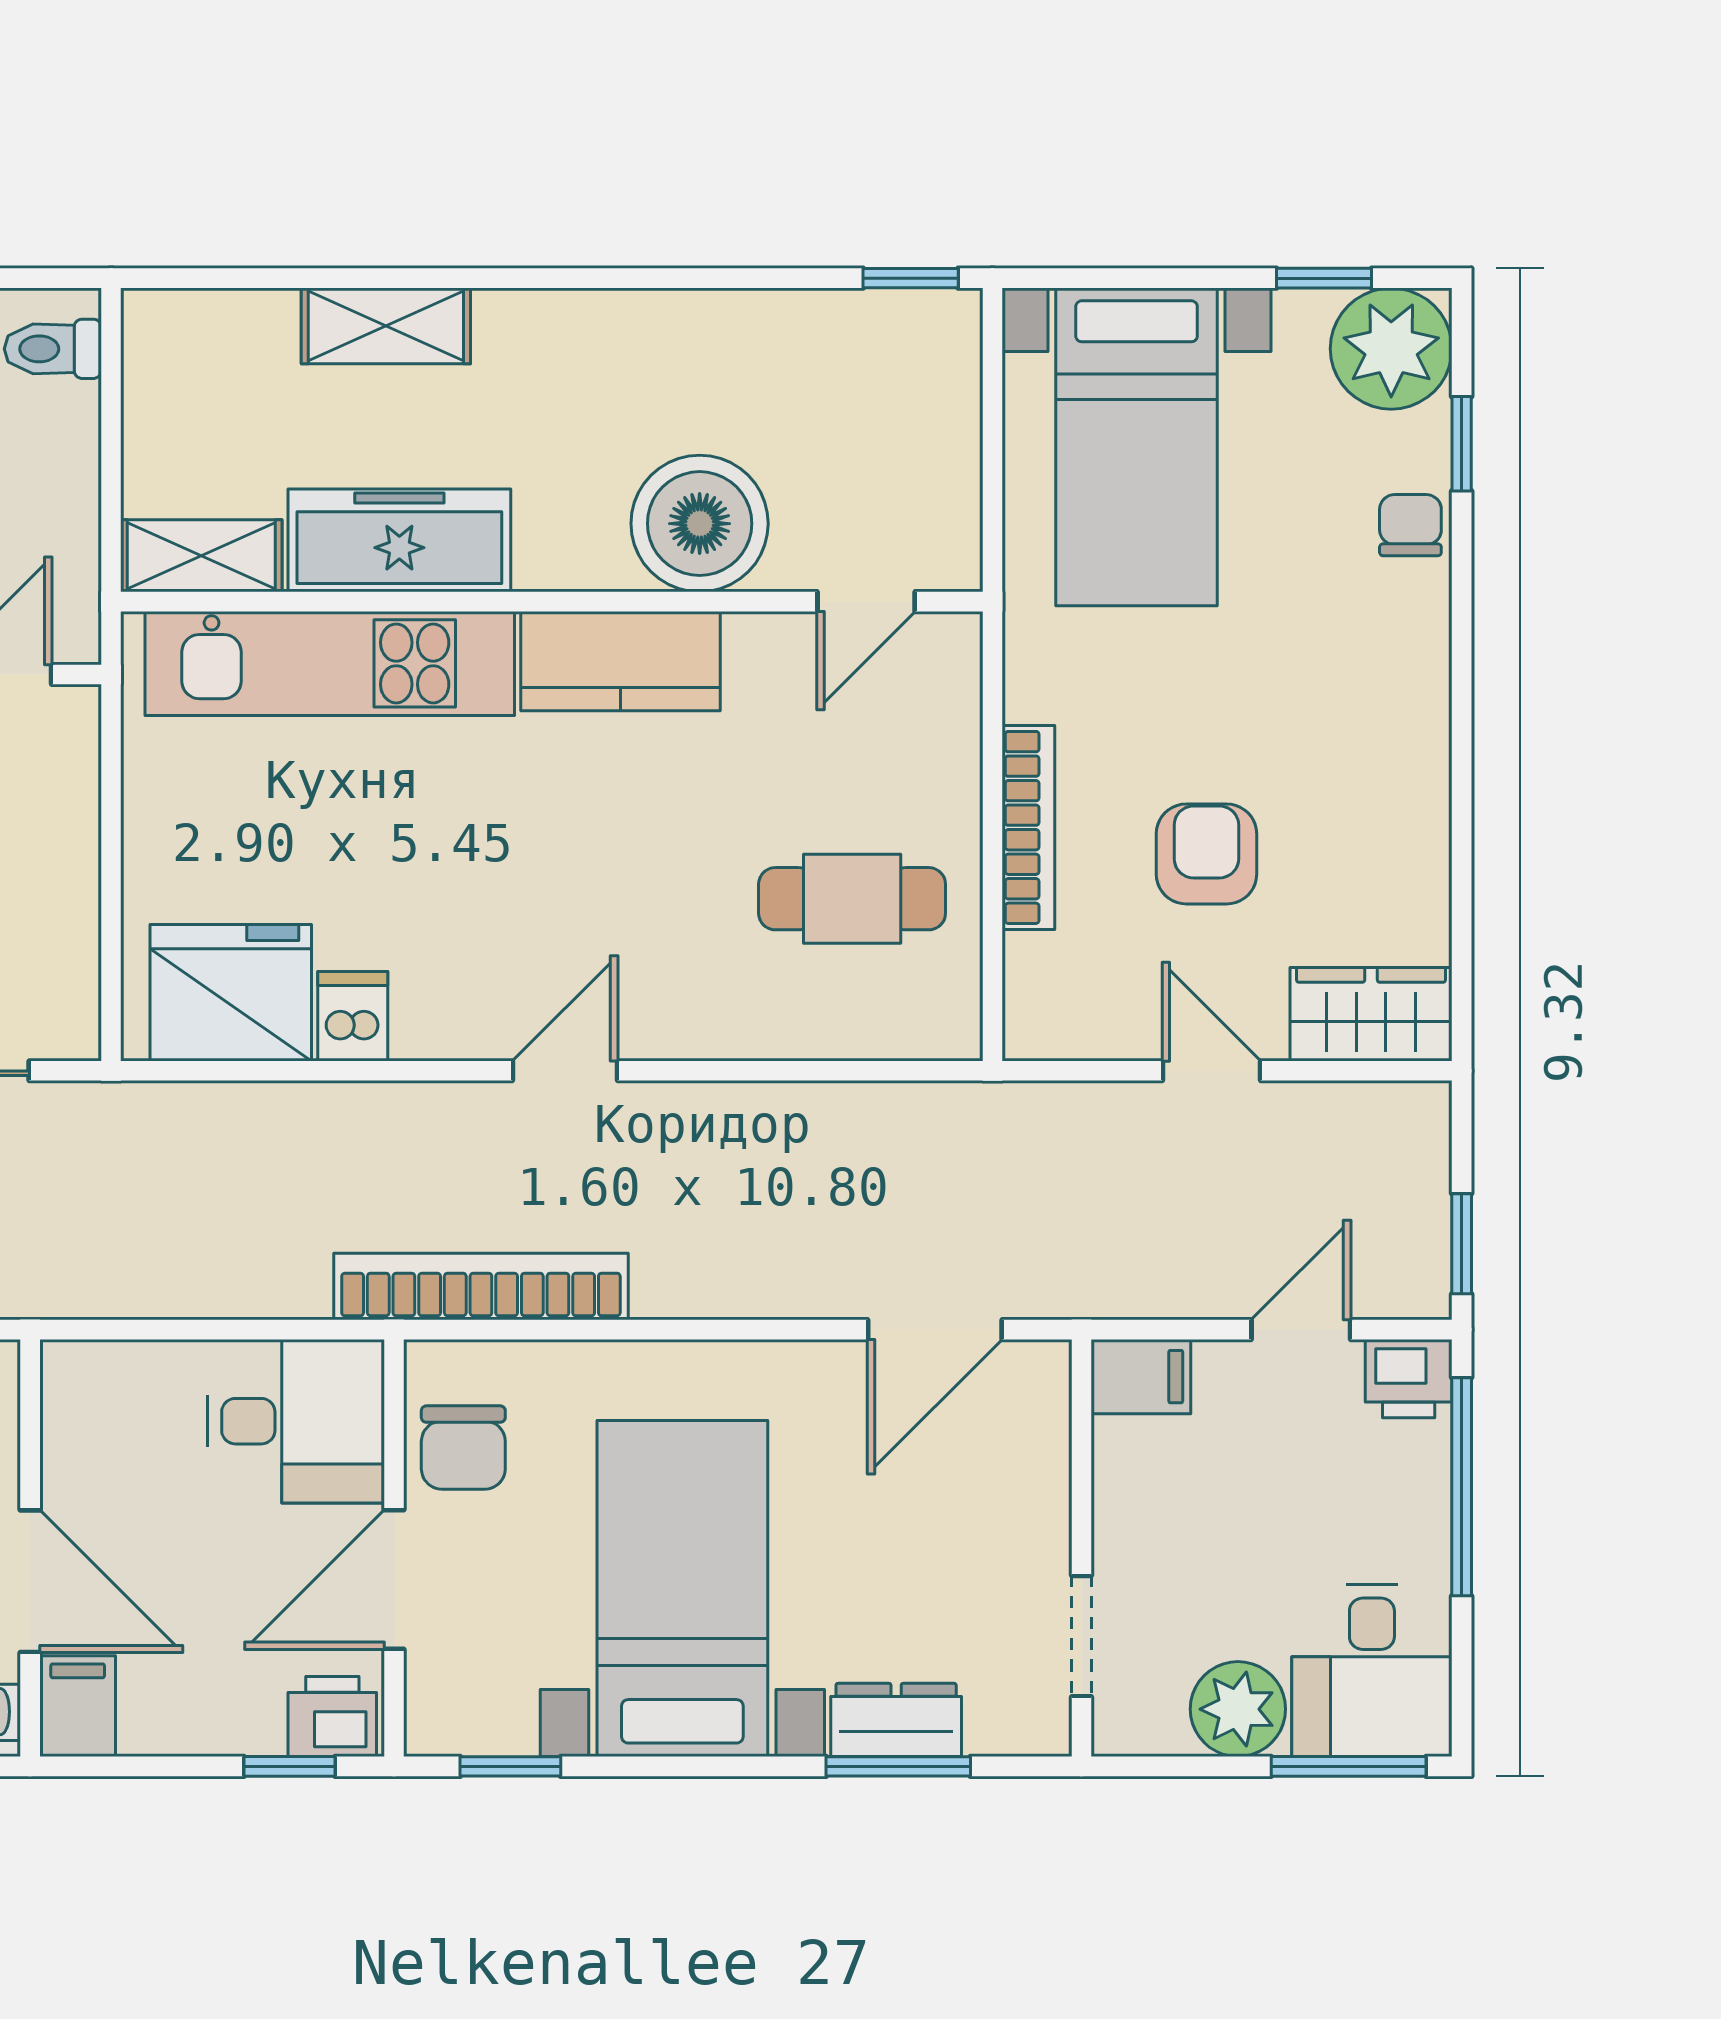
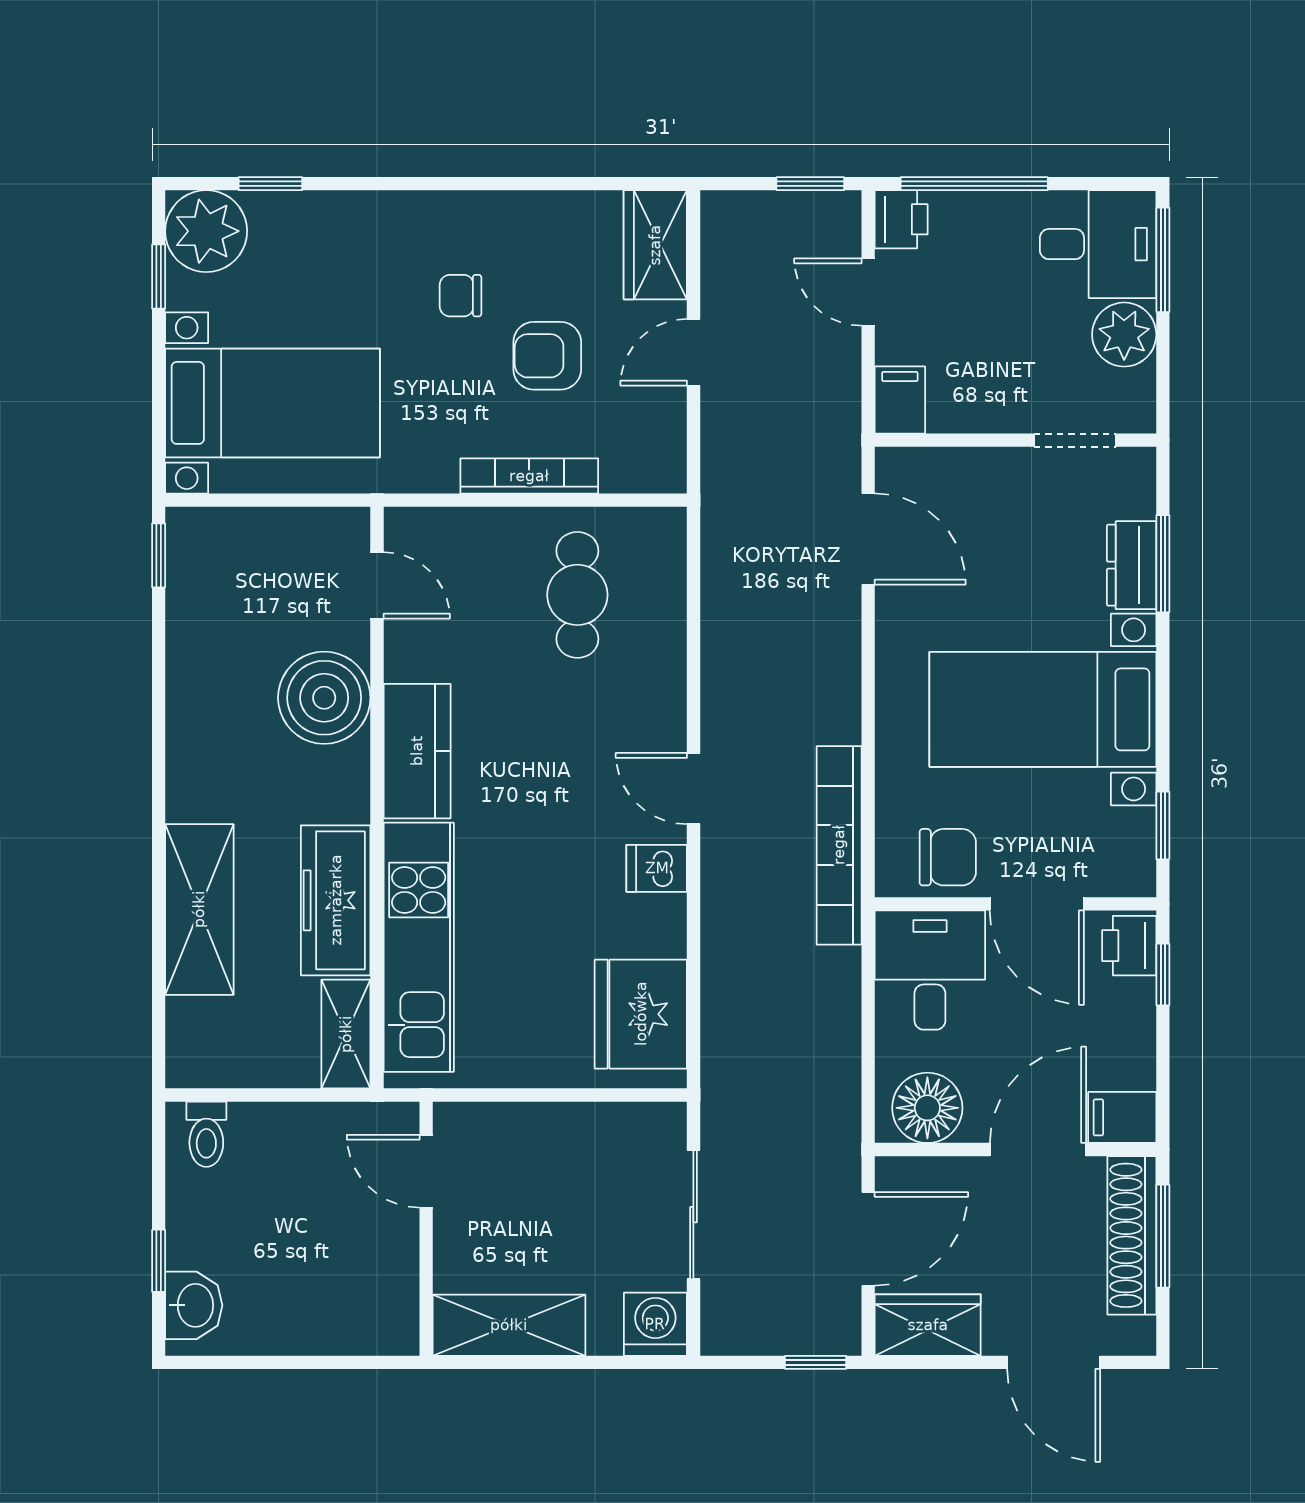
shelving: (386, 326) -> (199, 909), width x1.50, depth x1.33
chair: (1410, 525) -> (460, 296), moved
dishwasher: (353, 1016) -> (657, 868), moved
floor lamp: (92, 1417) -> (927, 1108), added

